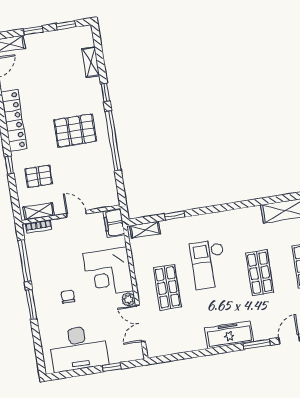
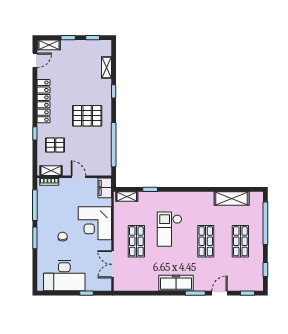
window: (113, 141) -> (114, 145), moved
plant: (129, 299) -> (107, 245), removed

